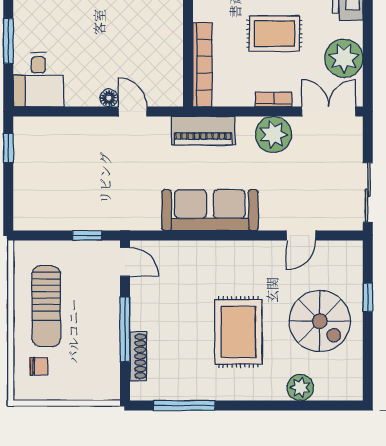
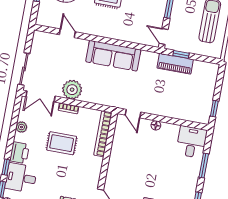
plant: (344, 58) -> (21, 127), width x0.53, depth x0.53
door: (132, 112) -> (133, 114), moved
piano: (203, 131) -> (175, 64), moved, turned 180
sliding door: (368, 193) -> (24, 69), moved
door: (301, 235) -> (67, 33), hinge flipped

